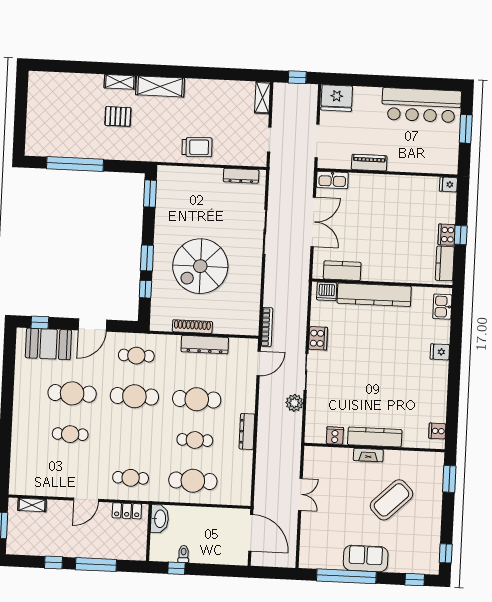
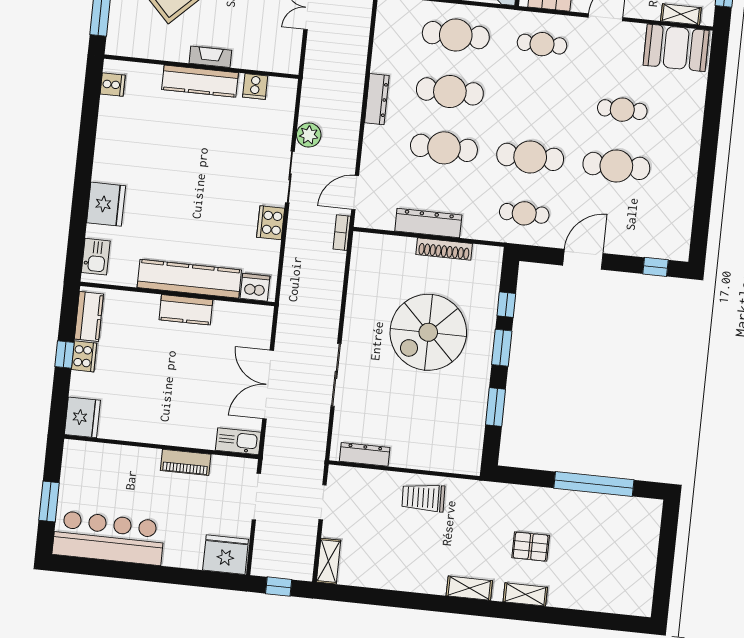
shelving: (160, 86) -> (469, 588), width x0.67, depth x0.75
fridge: (448, 184) -> (82, 417), width x1.88, depth x1.34
window: (150, 194) -> (496, 407), moved
spiral stairs: (200, 266) -> (428, 332), turned 180
kitchen counter: (342, 271) -> (186, 310), moved
bookcase: (267, 327) -> (342, 233), width x0.64
booth: (48, 344) -> (676, 48), moved
fridge: (440, 352) -> (106, 204), width x1.88, depth x1.34
cafe table: (195, 440) -> (450, 91), width x1.37, depth x1.35

